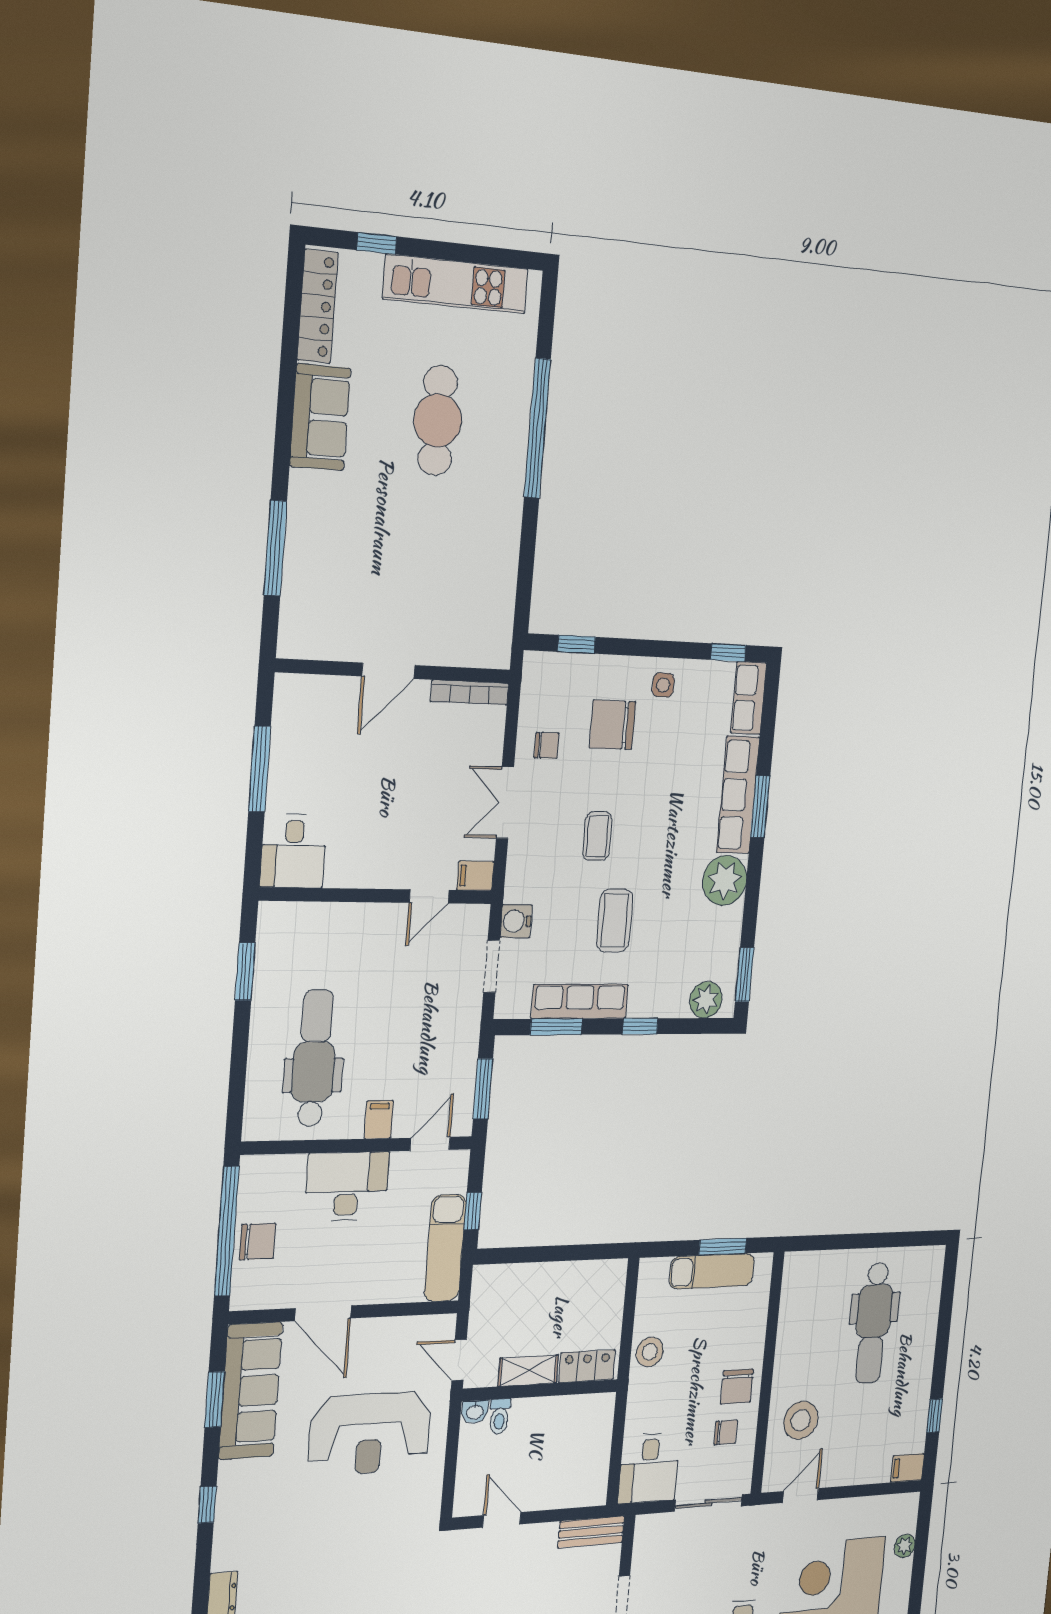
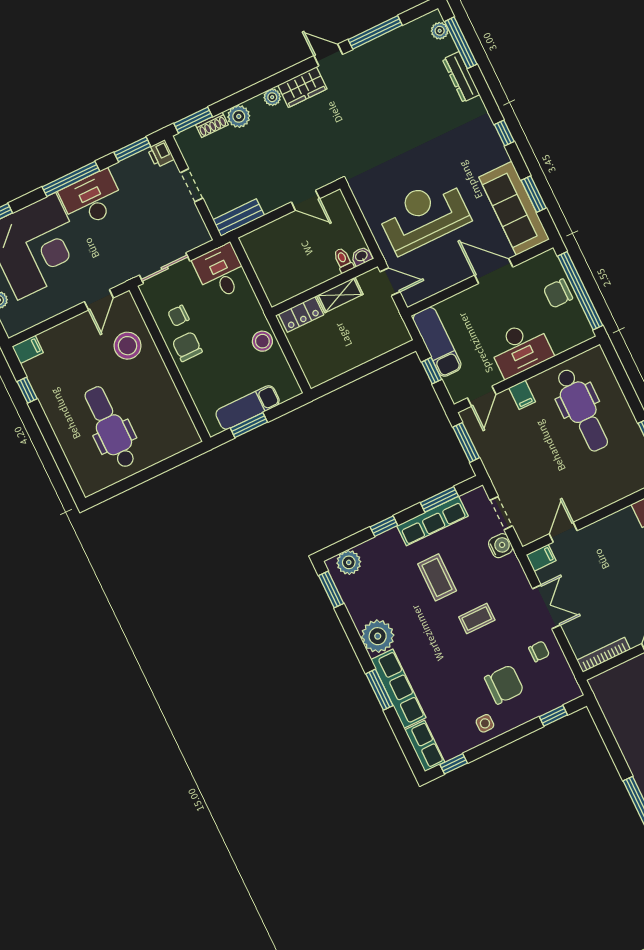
chair: (547, 745) -> (539, 651), turned 180
coffee table: (597, 836) -> (477, 619), turned 90

